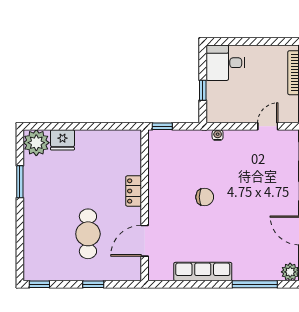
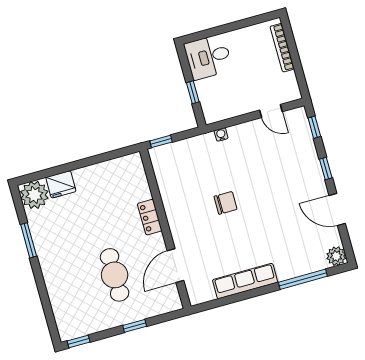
door: (268, 126) -> (271, 111), swing flipped

